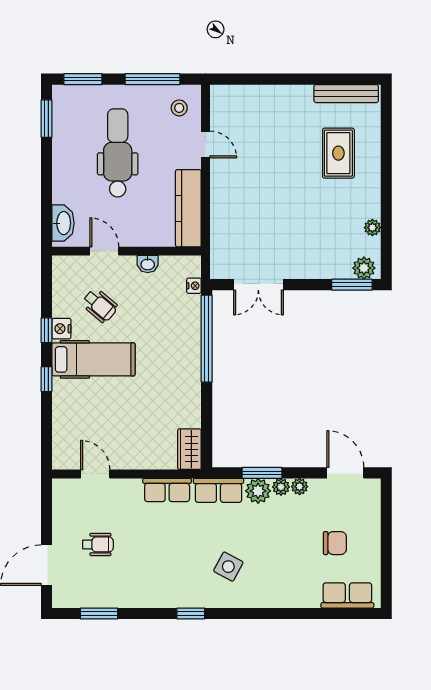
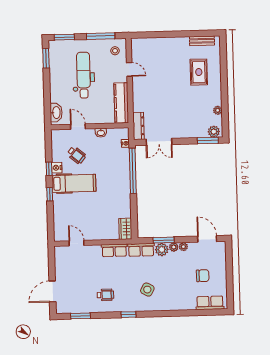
bench: (346, 94) -> (202, 41), width x0.73
dresser: (220, 253) -> (139, 126), added
wheelchair: (98, 544) -> (105, 295), moved

